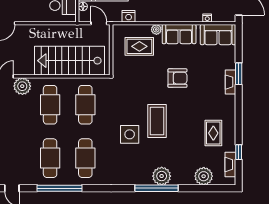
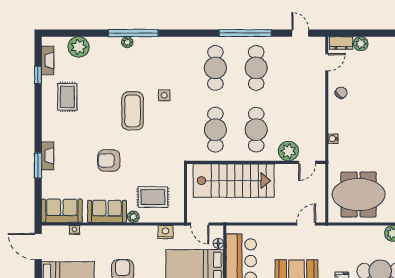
side table: (130, 134) -> (164, 95), width x0.54, depth x0.54
plant: (162, 176) -> (127, 42), width x0.53, depth x0.53

